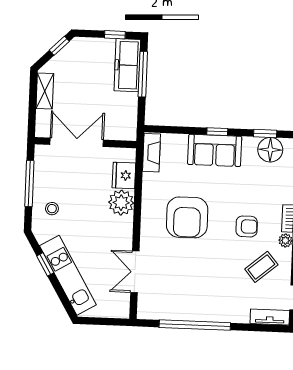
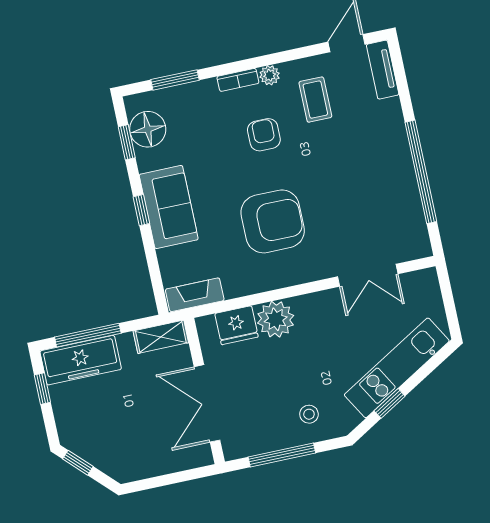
shelving: (45, 91) -> (161, 337), moved
coffee table: (261, 267) -> (315, 100), turned 40

